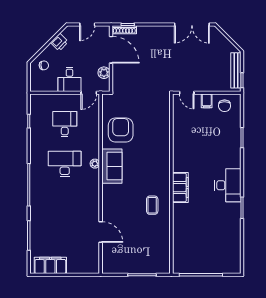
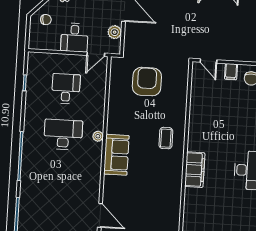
armchair: (121, 130) -> (147, 82), moved
sofa: (112, 166) -> (116, 155), moved
coffee table: (152, 205) -> (166, 138), moved

